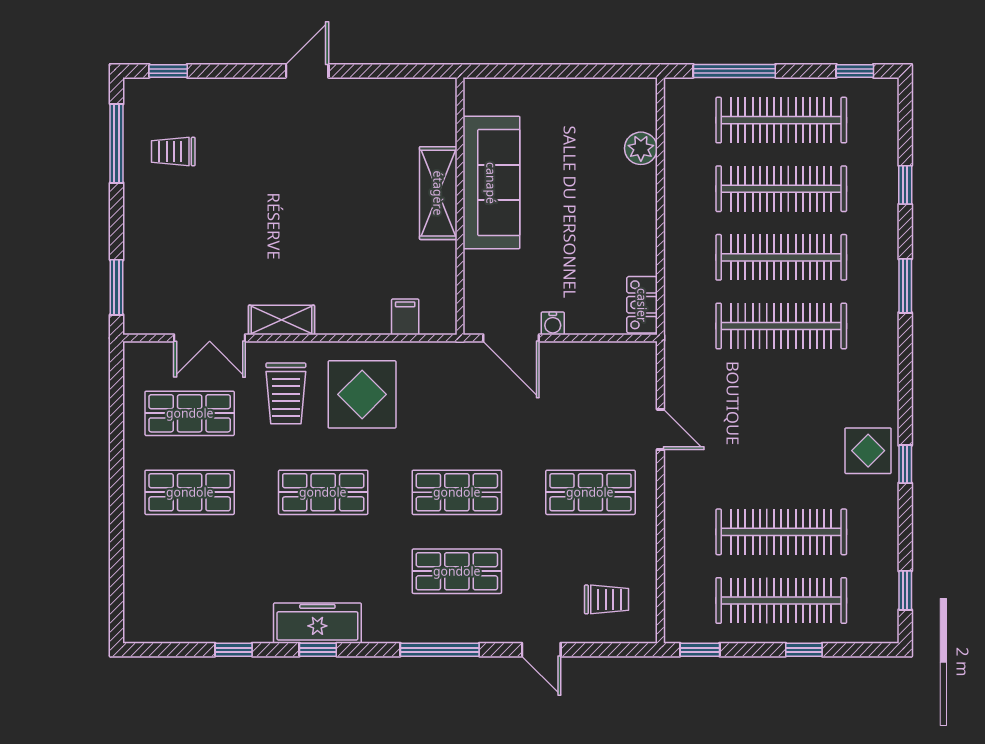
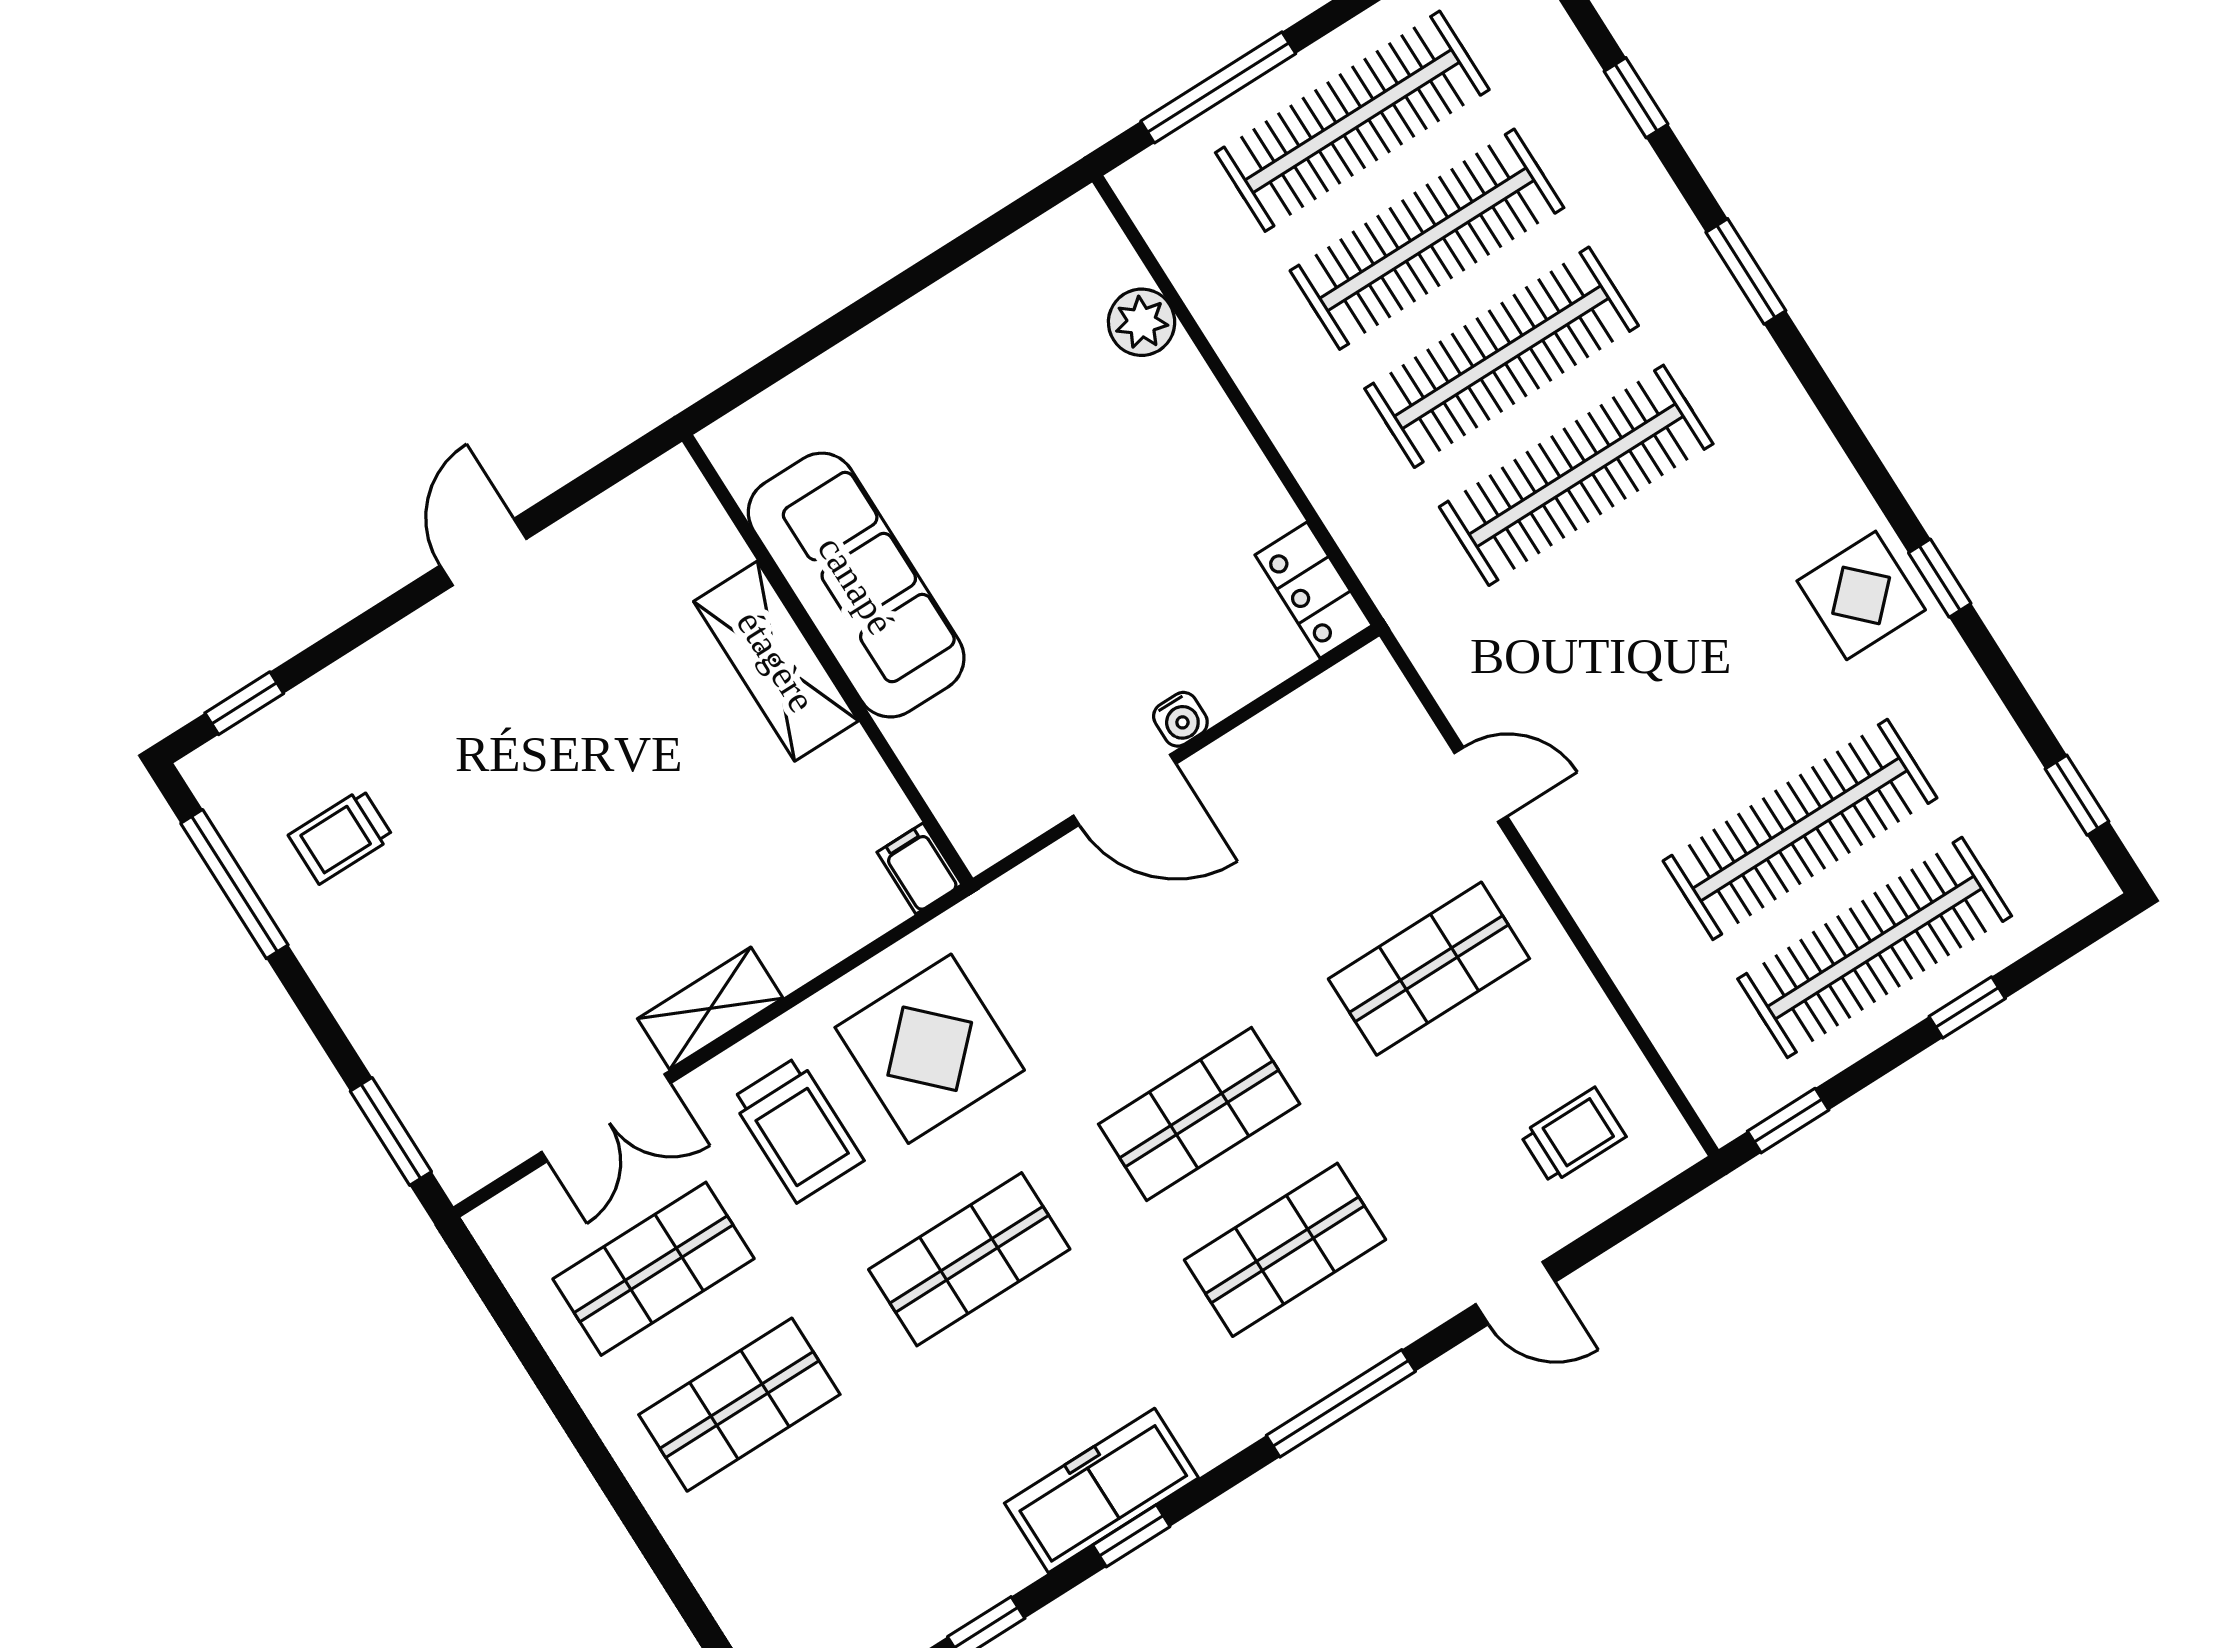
sofa: (491, 183) -> (856, 585), moved
shelving: (438, 193) -> (776, 661), moved
wall: (460, 206) -> (828, 660), moved

